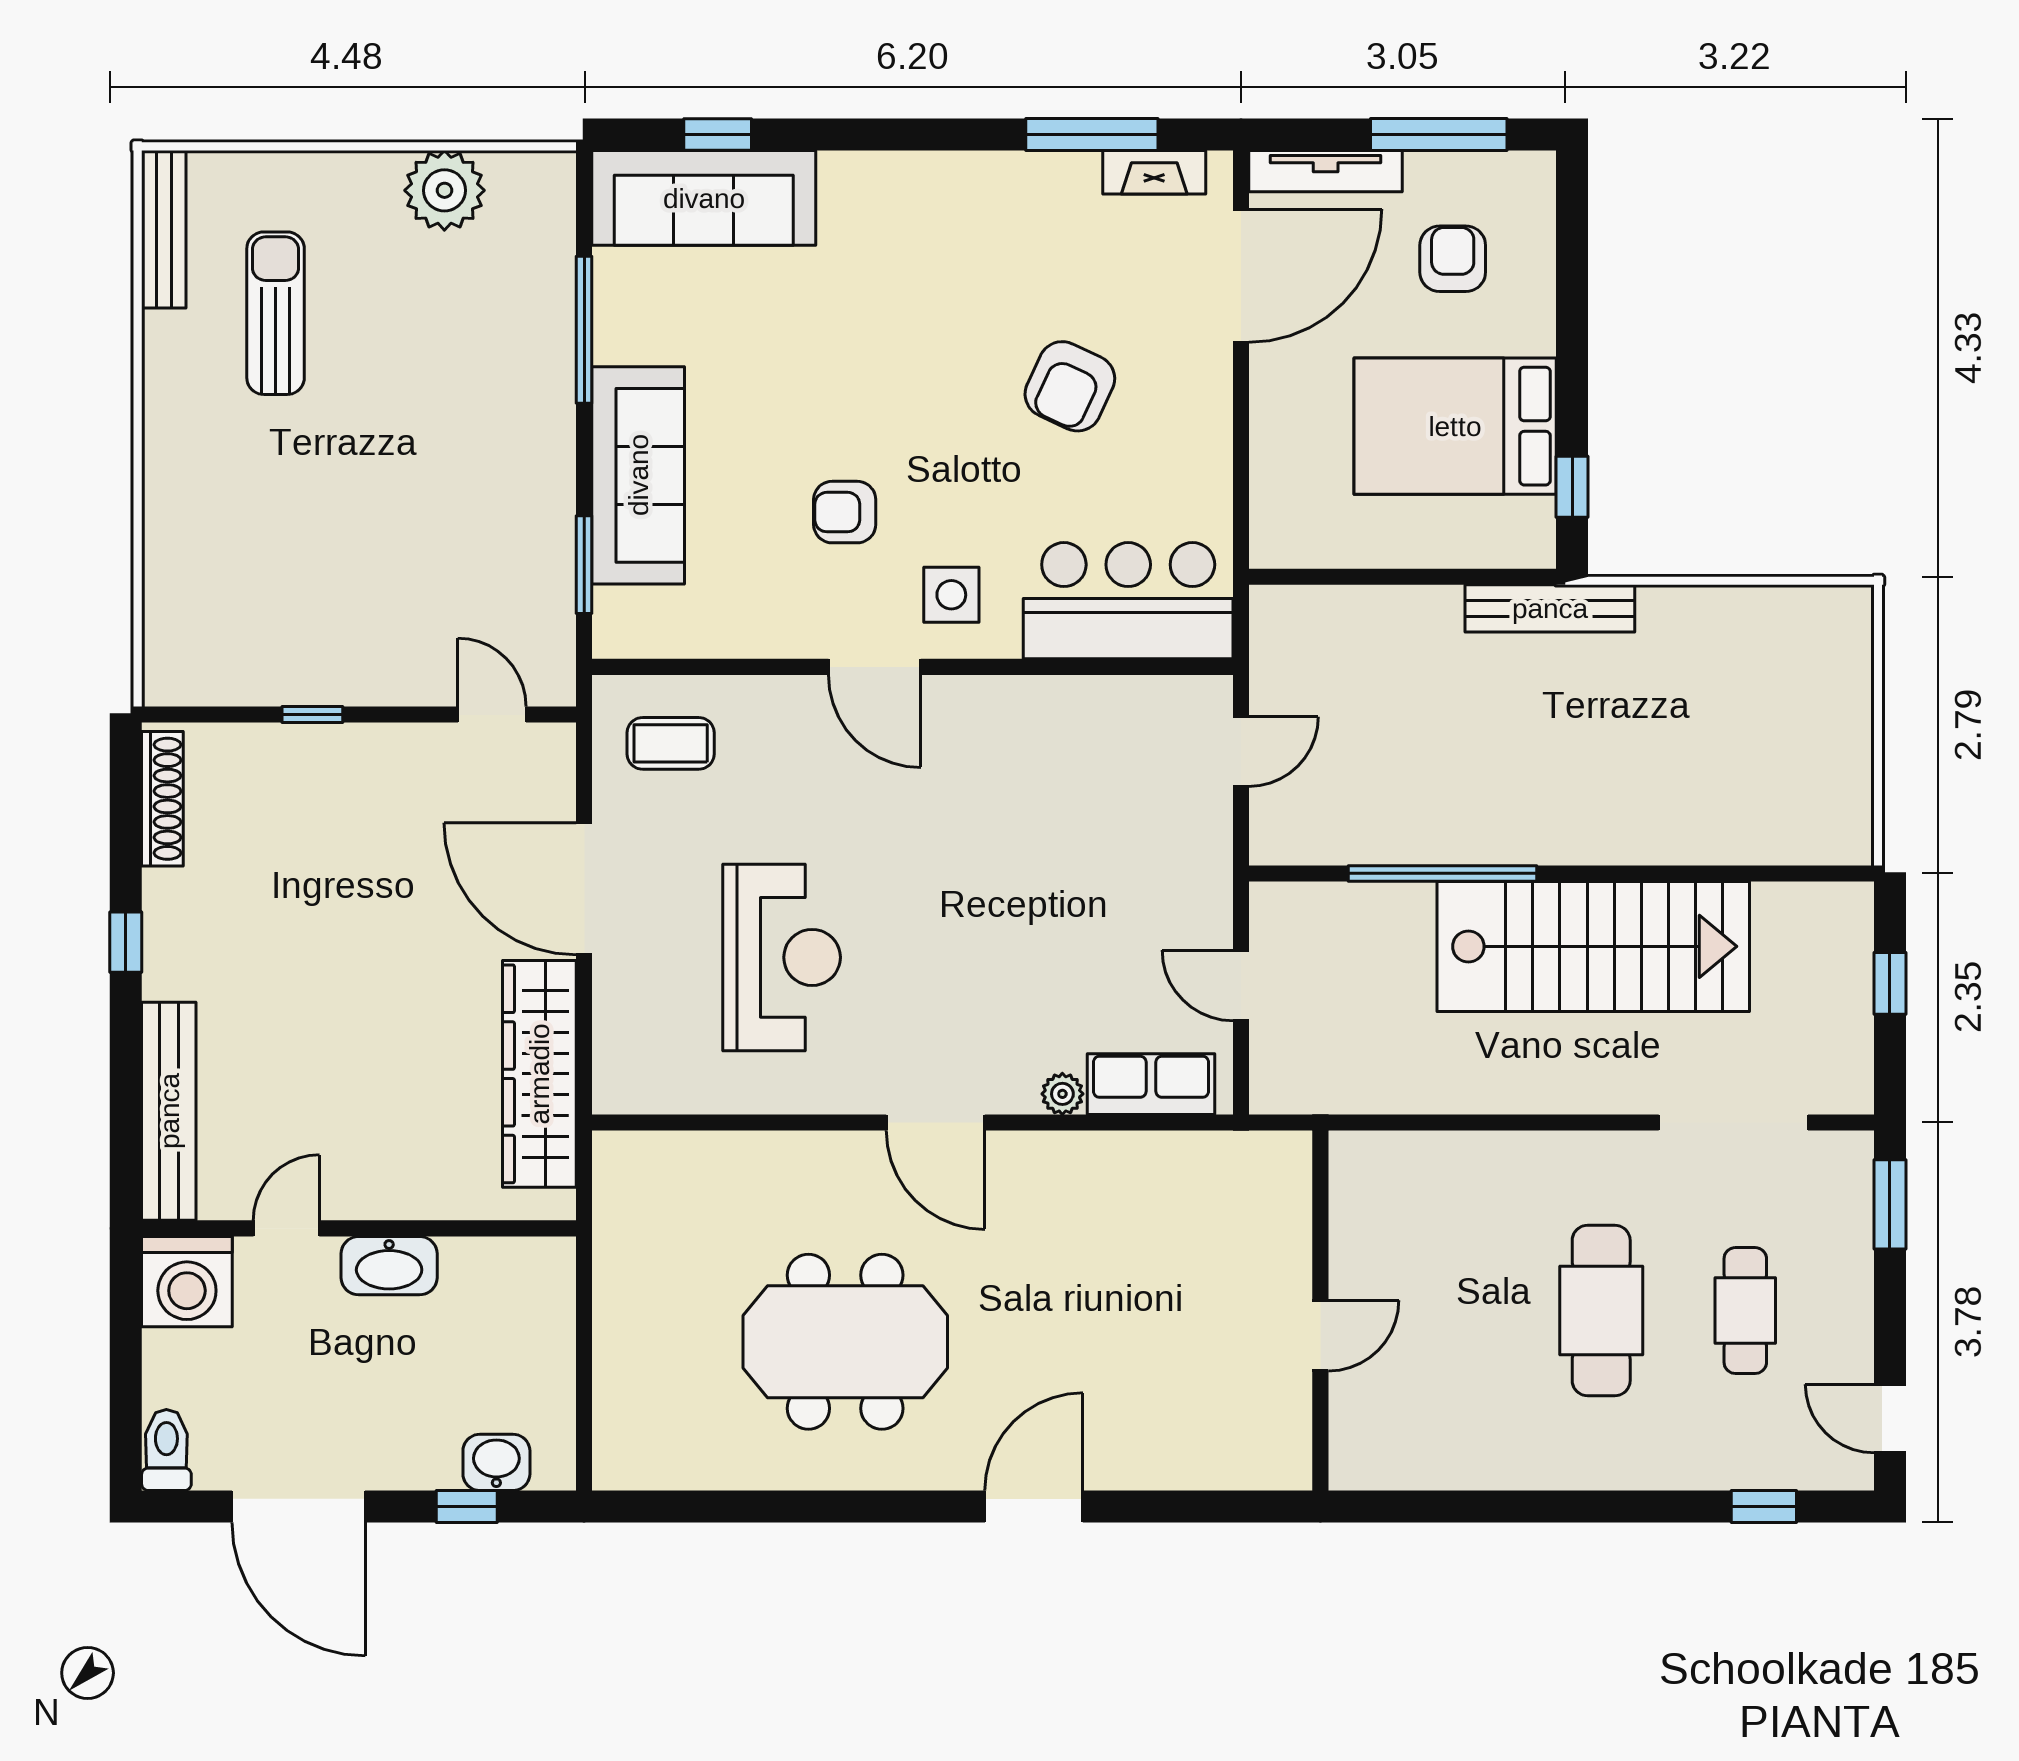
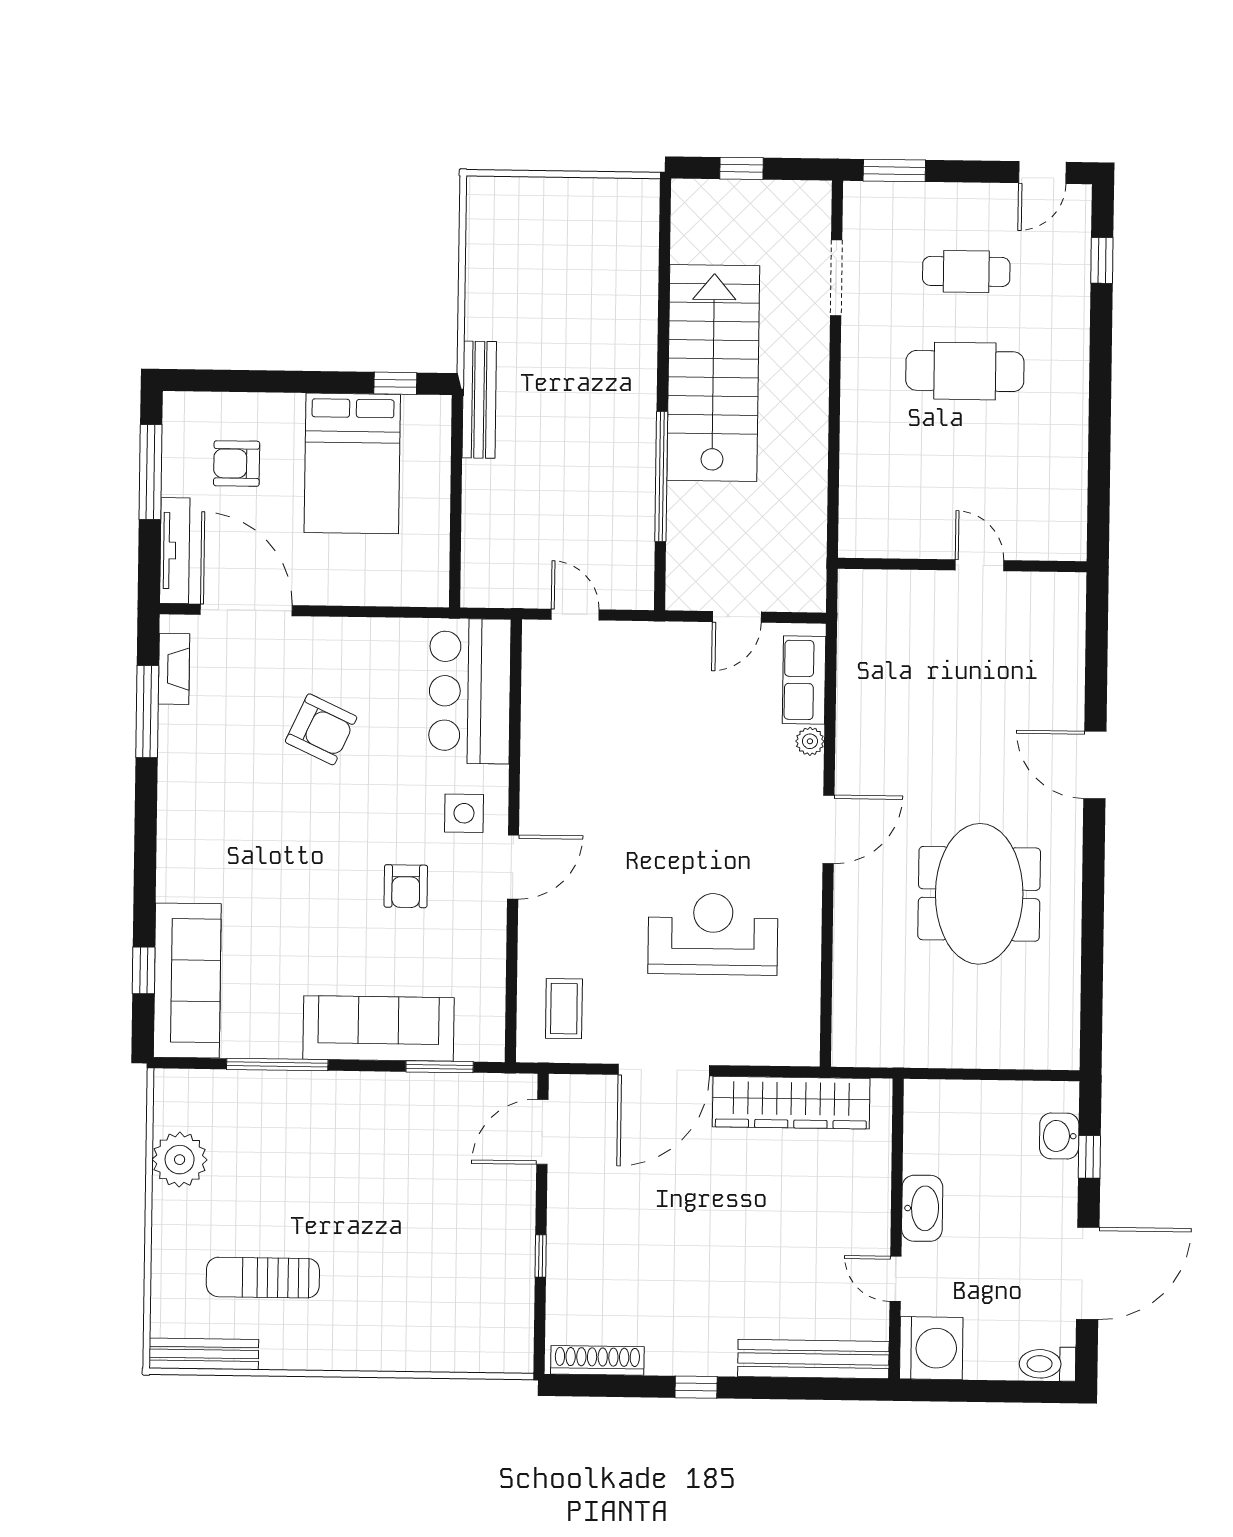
door: (492, 715) -> (542, 1132), width x1.38
doorway: (1733, 1122) -> (836, 278), width x0.73

